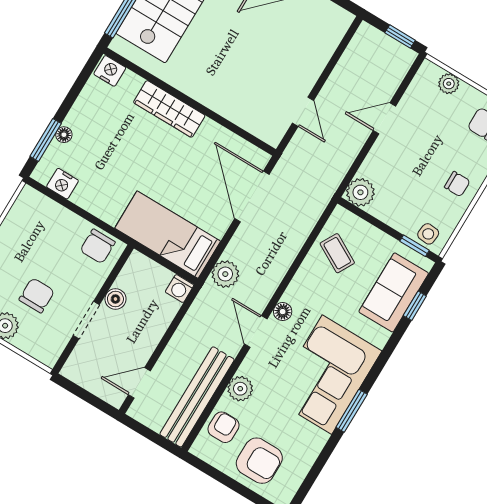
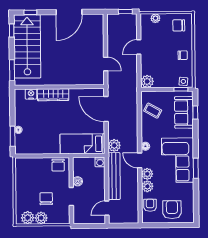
nightstand: (110, 71) -> (31, 94), moved
nightstand: (63, 184) -> (30, 149), removed
plant: (254, 365) -> (147, 174), added
bench: (197, 397) -> (114, 176), moved
armchair: (259, 461) -> (172, 210), turned -90

